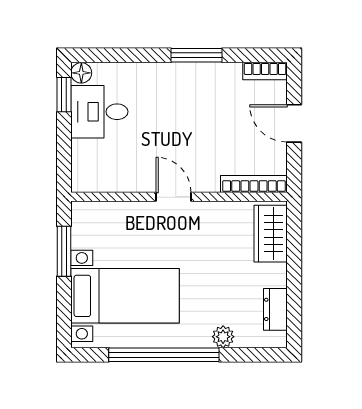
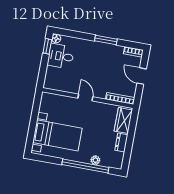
window: (64, 251) -> (35, 112), removed
dresser: (275, 309) -> (121, 143), moved
window: (164, 355) -> (85, 166), moved

